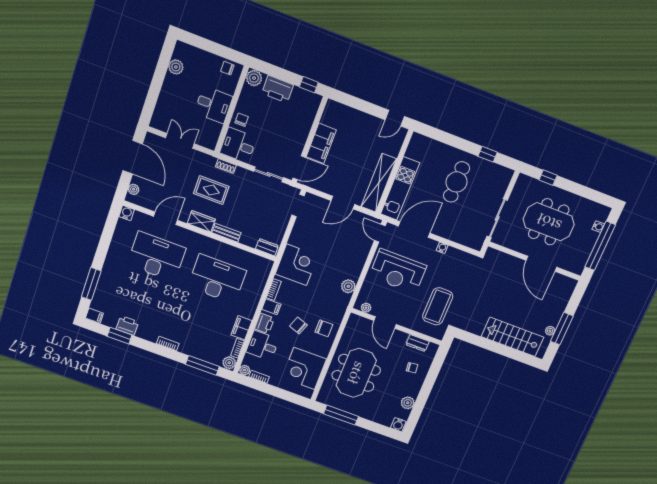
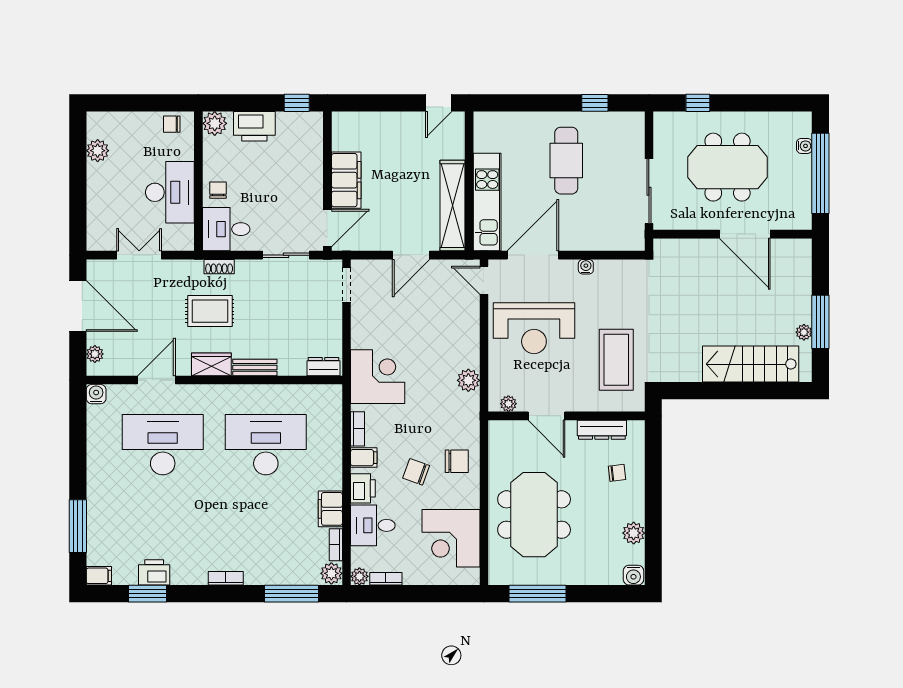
desk: (213, 105) -> (170, 192), width x1.37
dresser: (417, 343) -> (602, 430), width x1.44

